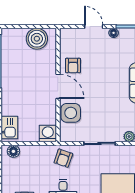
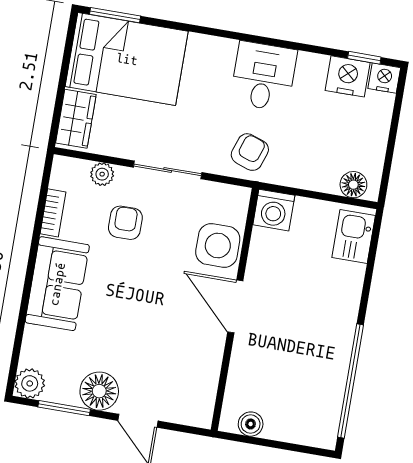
floor lamp: (114, 33) -> (99, 391), width x1.89, depth x1.89
boiler: (37, 39) -> (251, 424), width x0.54, depth x0.54
armchair: (73, 66) -> (125, 223), moved

